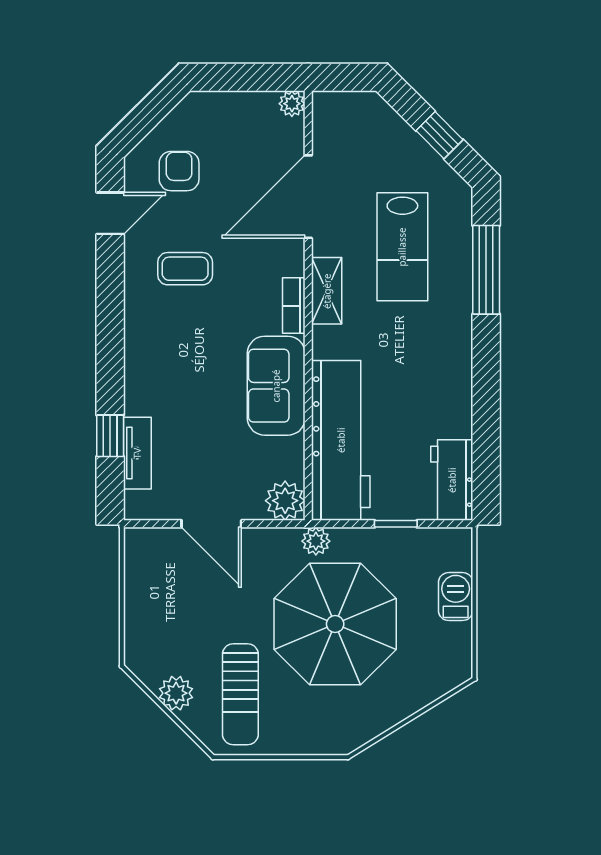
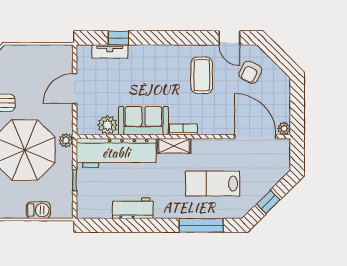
armchair: (179, 171) -> (250, 72), turned 116
door: (308, 197) -> (255, 137), moved
coffee table: (185, 269) -> (202, 75), width x1.36, depth x1.30
shelving: (327, 291) -> (174, 146), moved
workbench: (452, 480) -> (133, 208), moved
plant: (285, 501) -> (108, 125), moved

